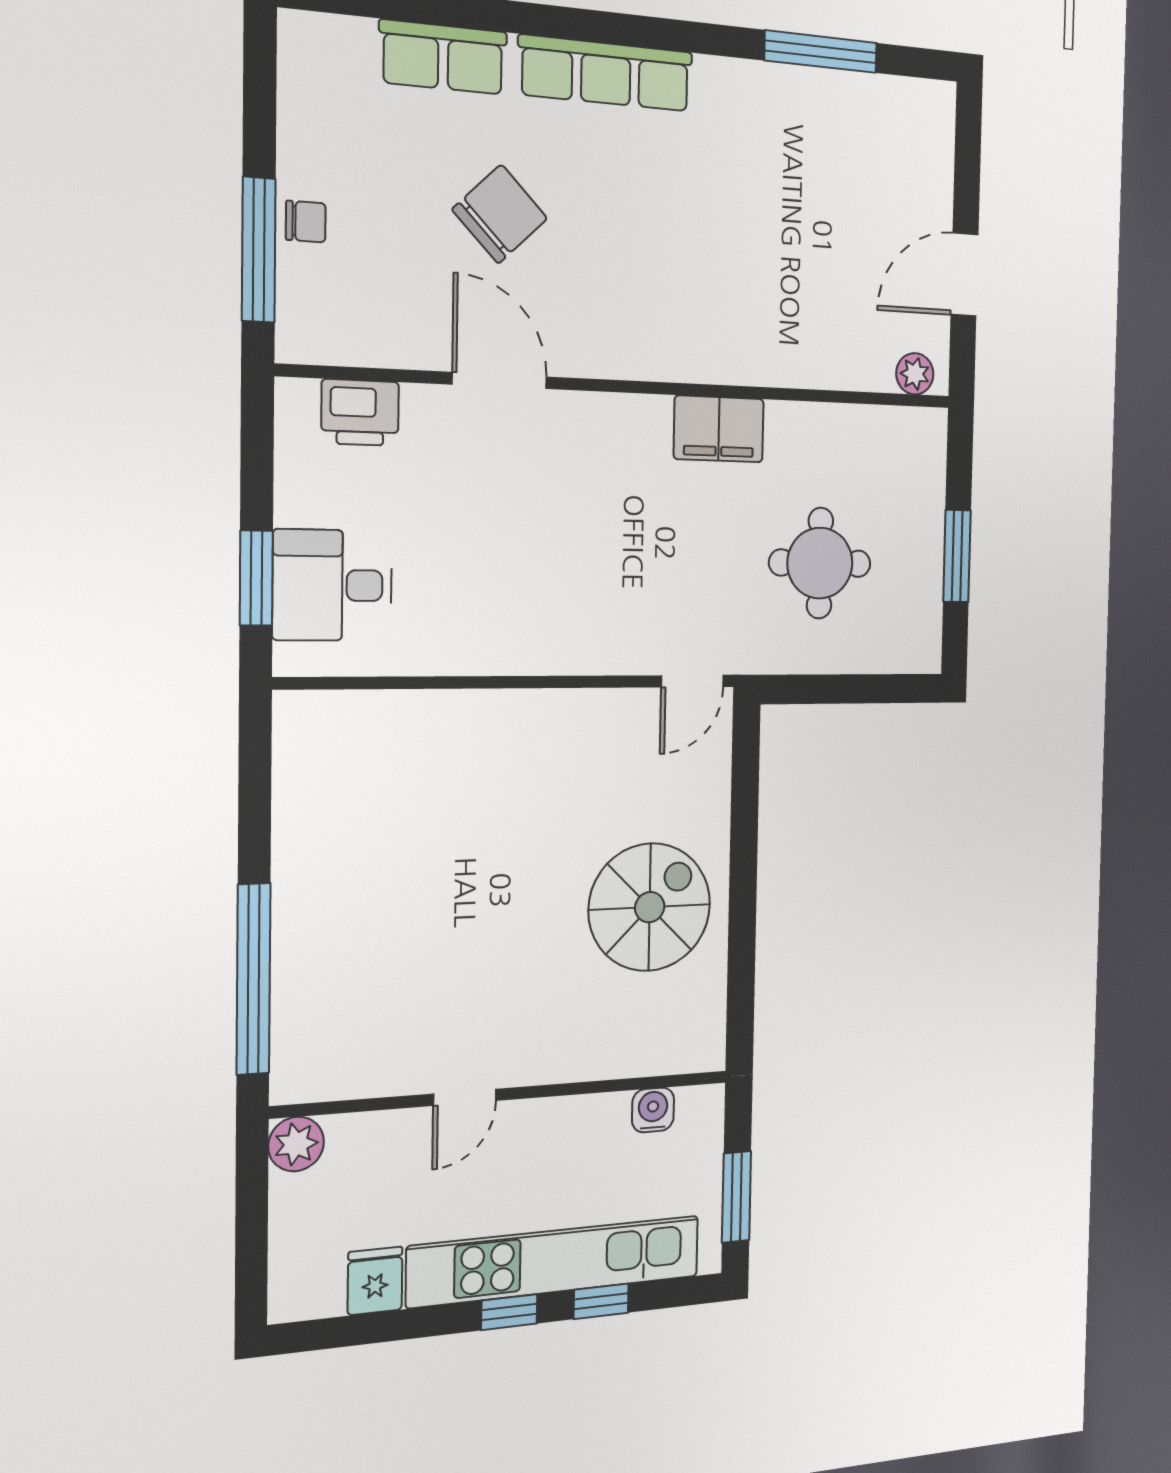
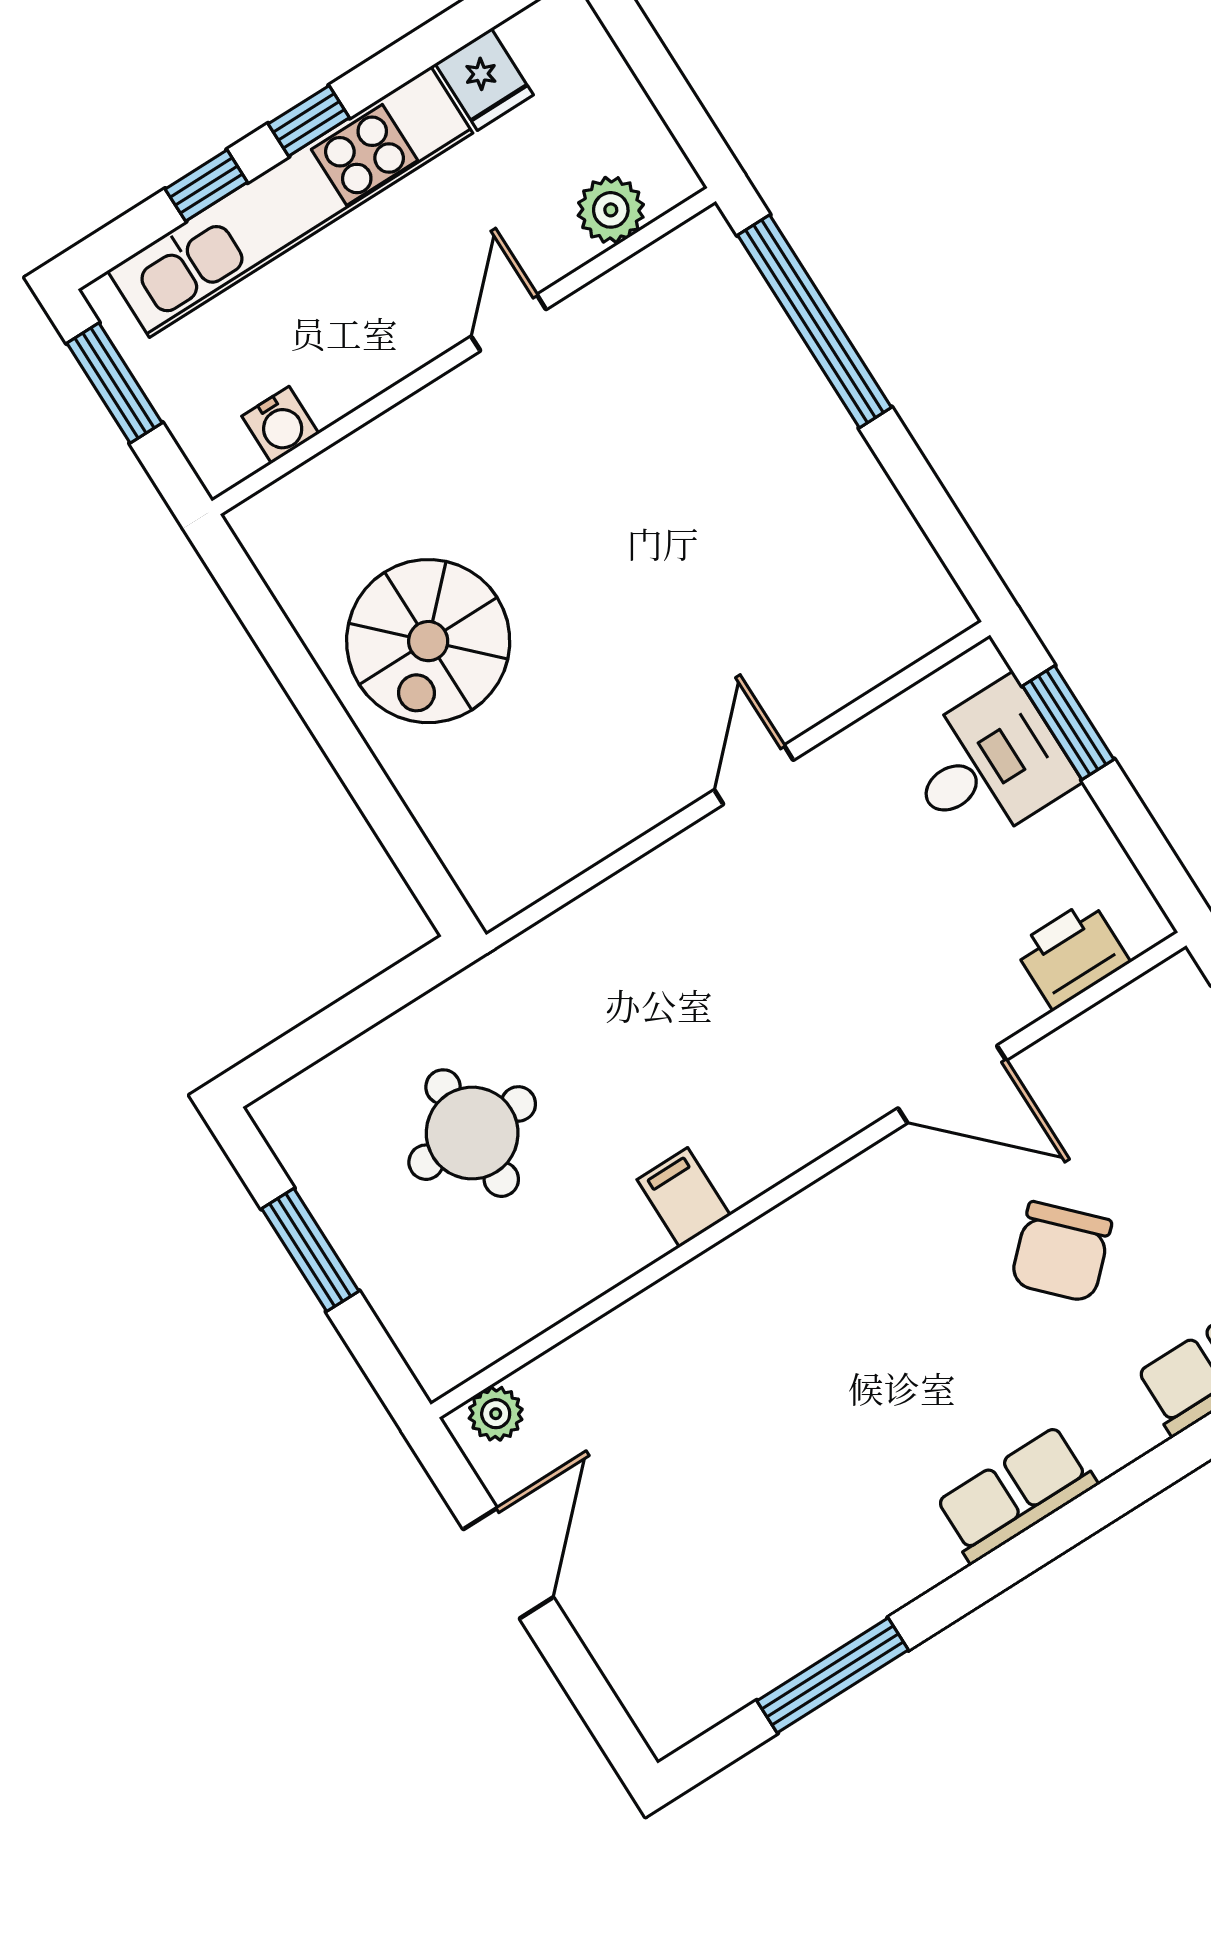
row of seats: (606, 73) -> (1016, 1494), width x0.68
filing cabinet: (719, 429) -> (684, 1197), width x0.50
door: (692, 681) -> (754, 775), moved
plant: (296, 1144) -> (611, 210), moved

